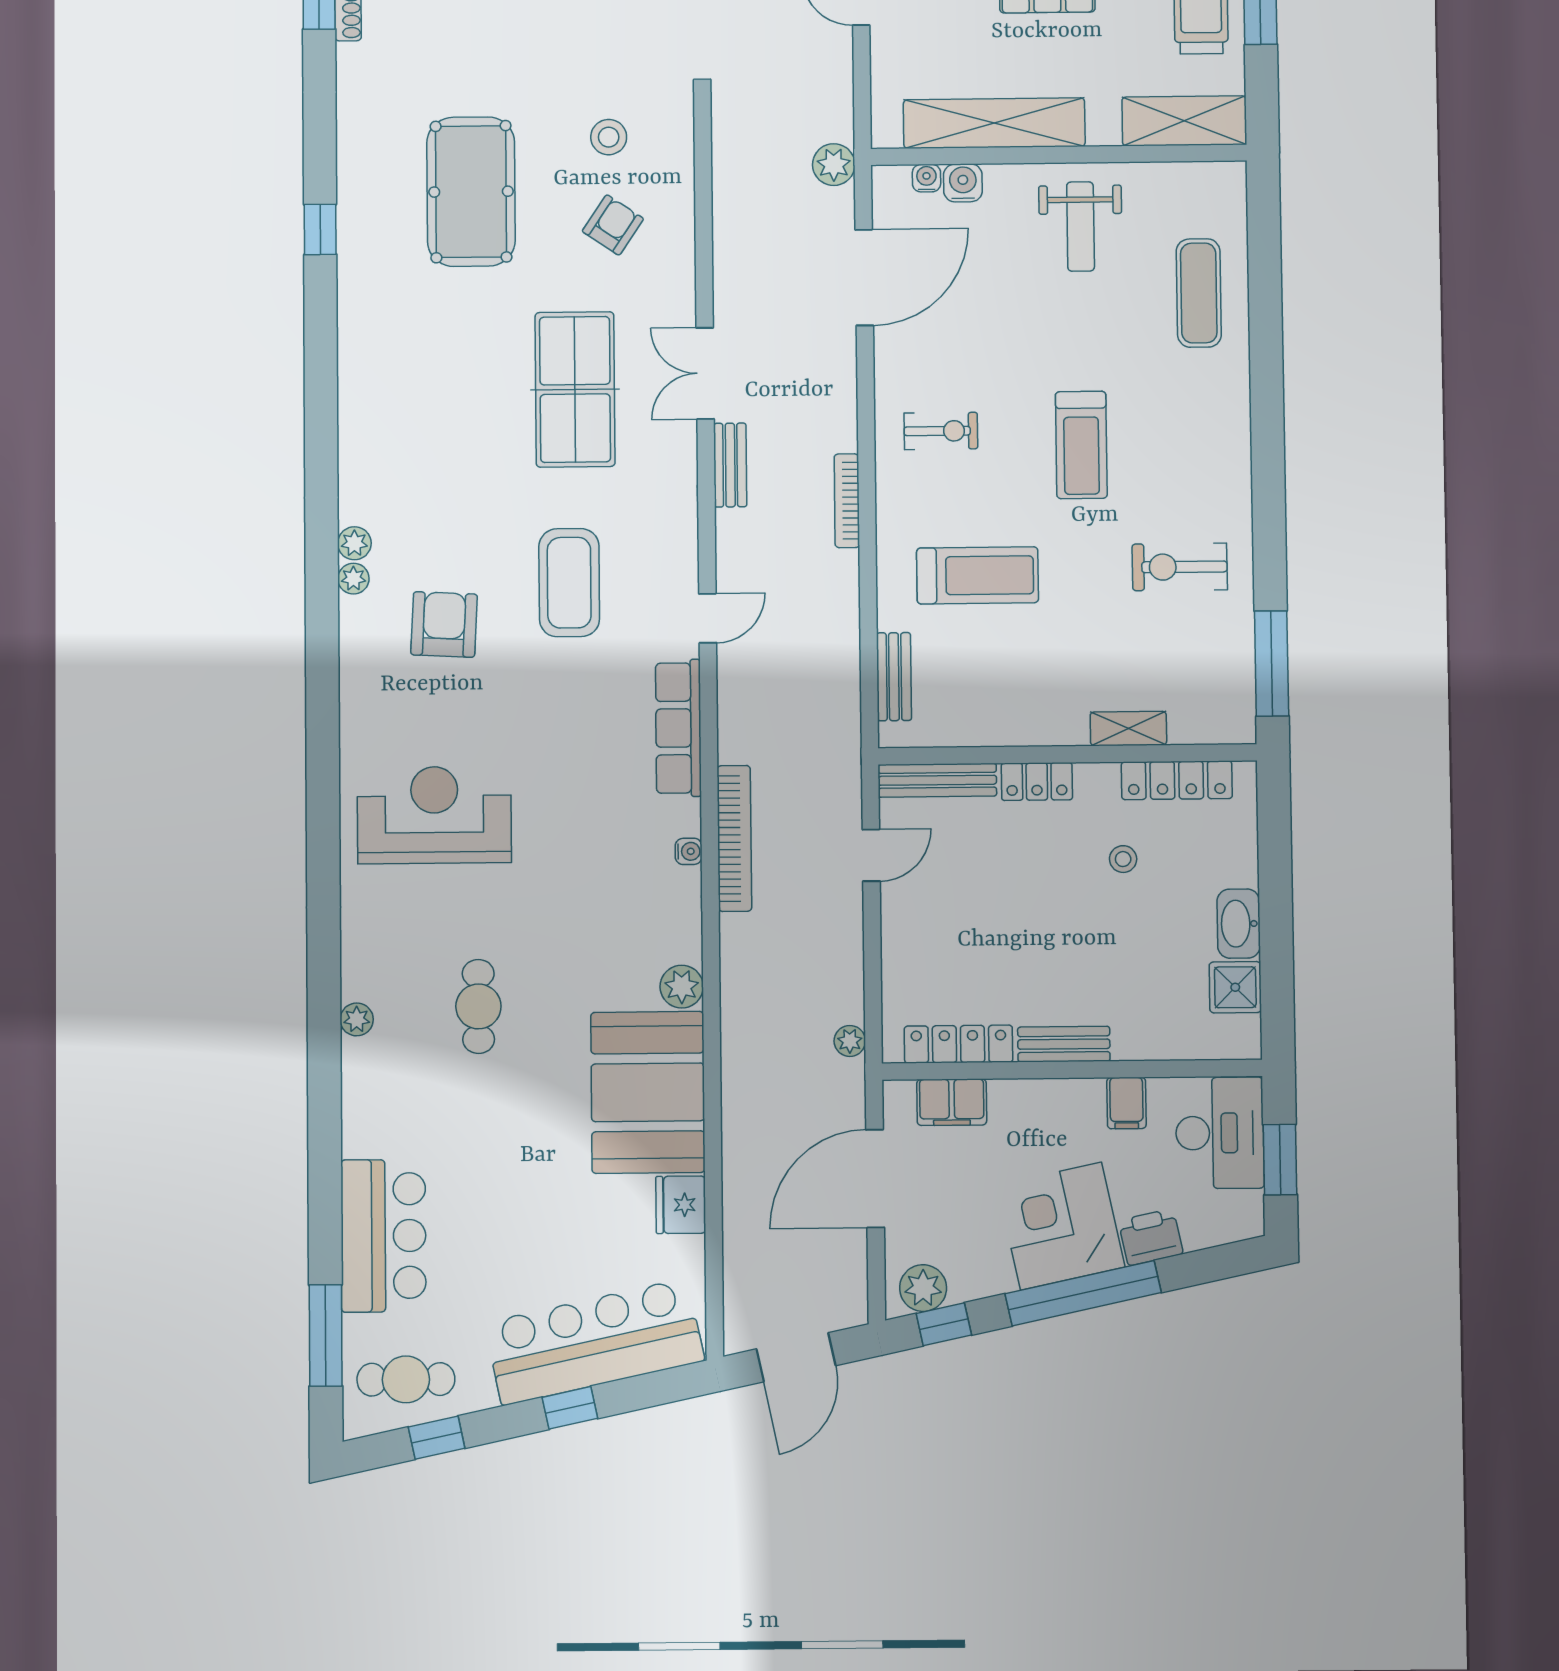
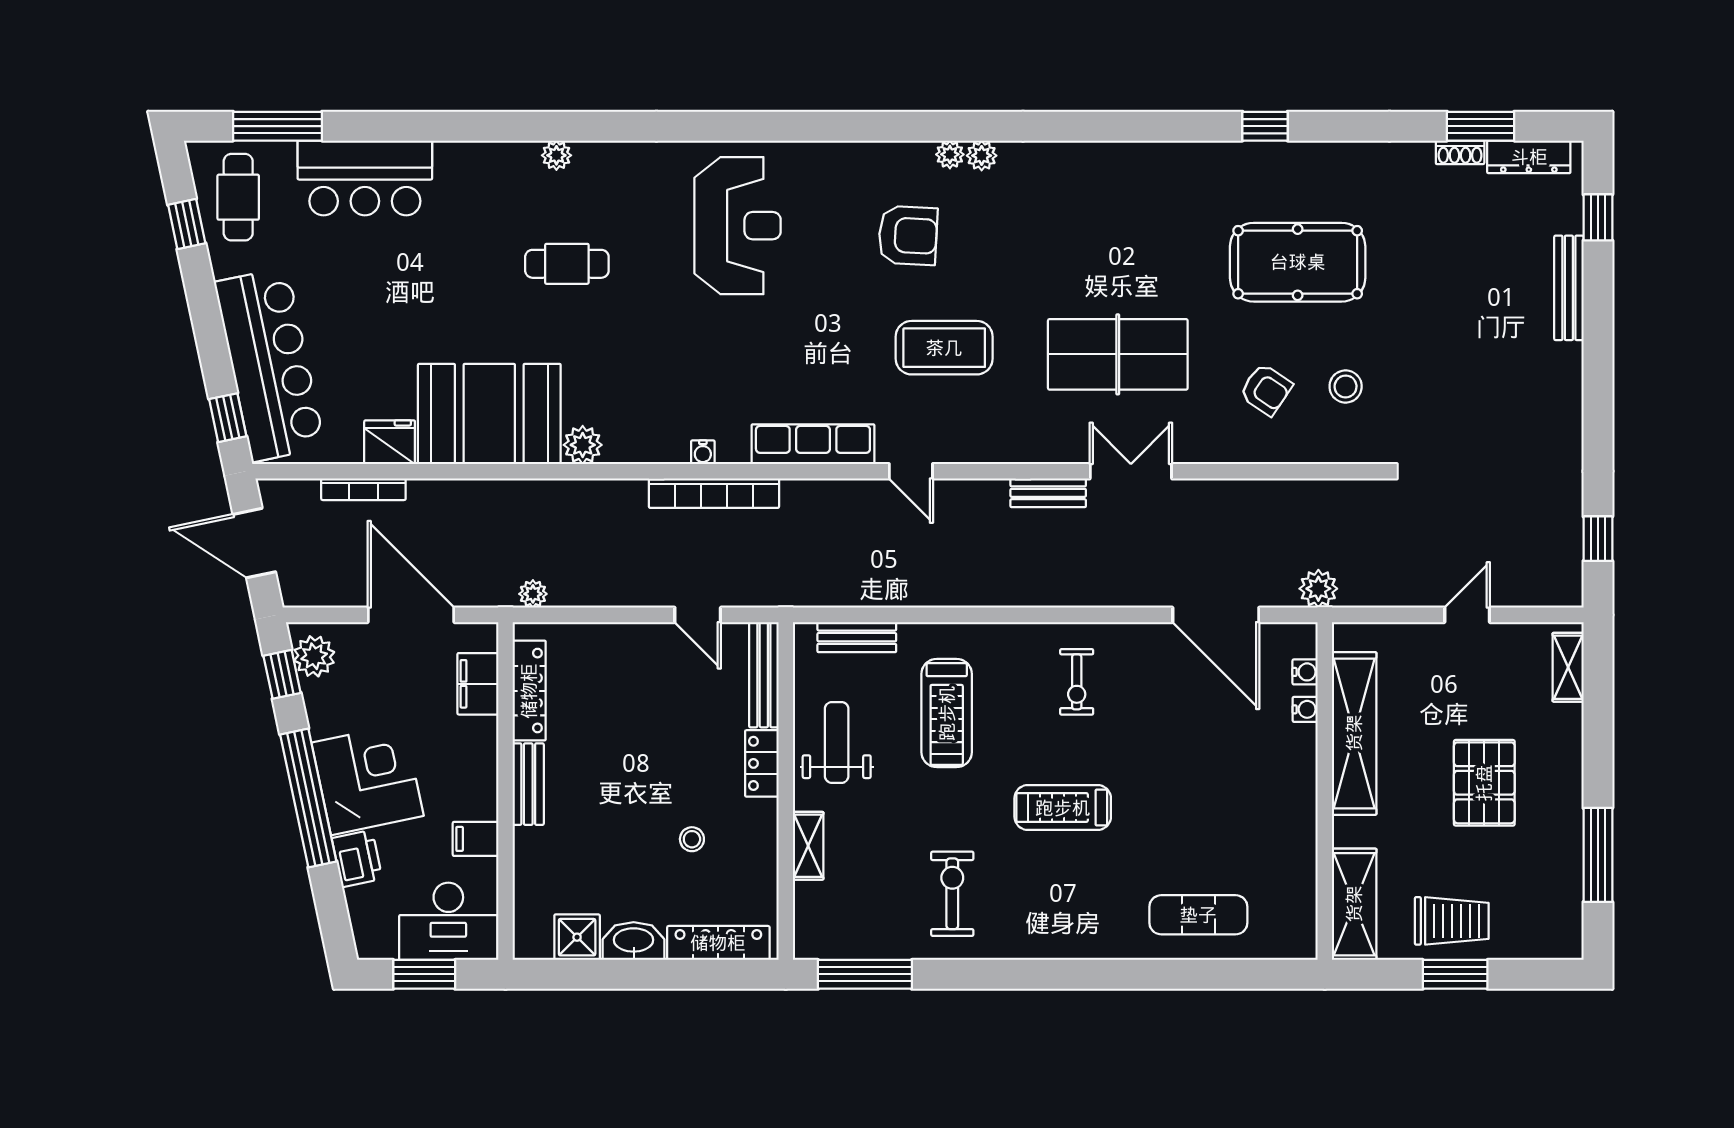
water cooler: (963, 183) -> (1305, 709), width x0.72, depth x0.72
weight bench: (1081, 227) -> (837, 742), moved, turned 90
bookcase: (847, 501) -> (363, 489), moved, turned 180
locker: (1177, 780) -> (718, 943), moved, turned 90
window: (570, 1408) -> (228, 418), moved

